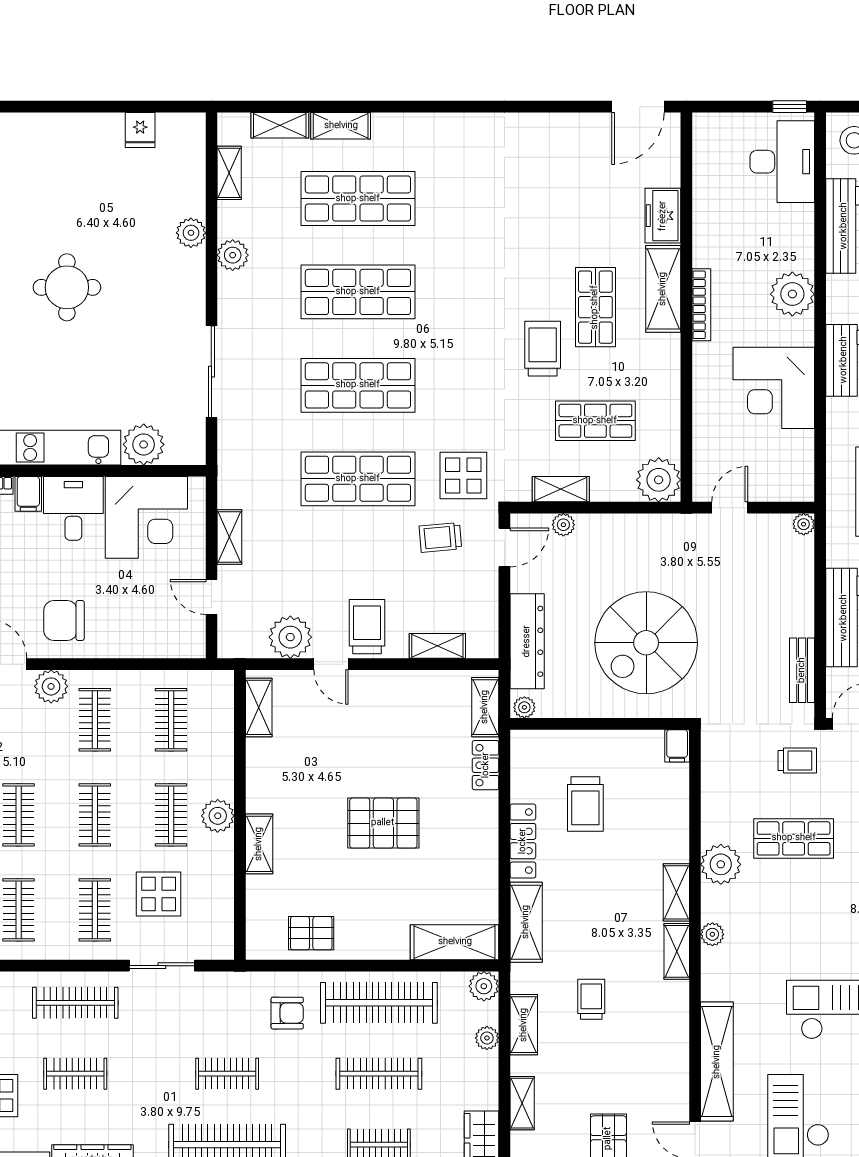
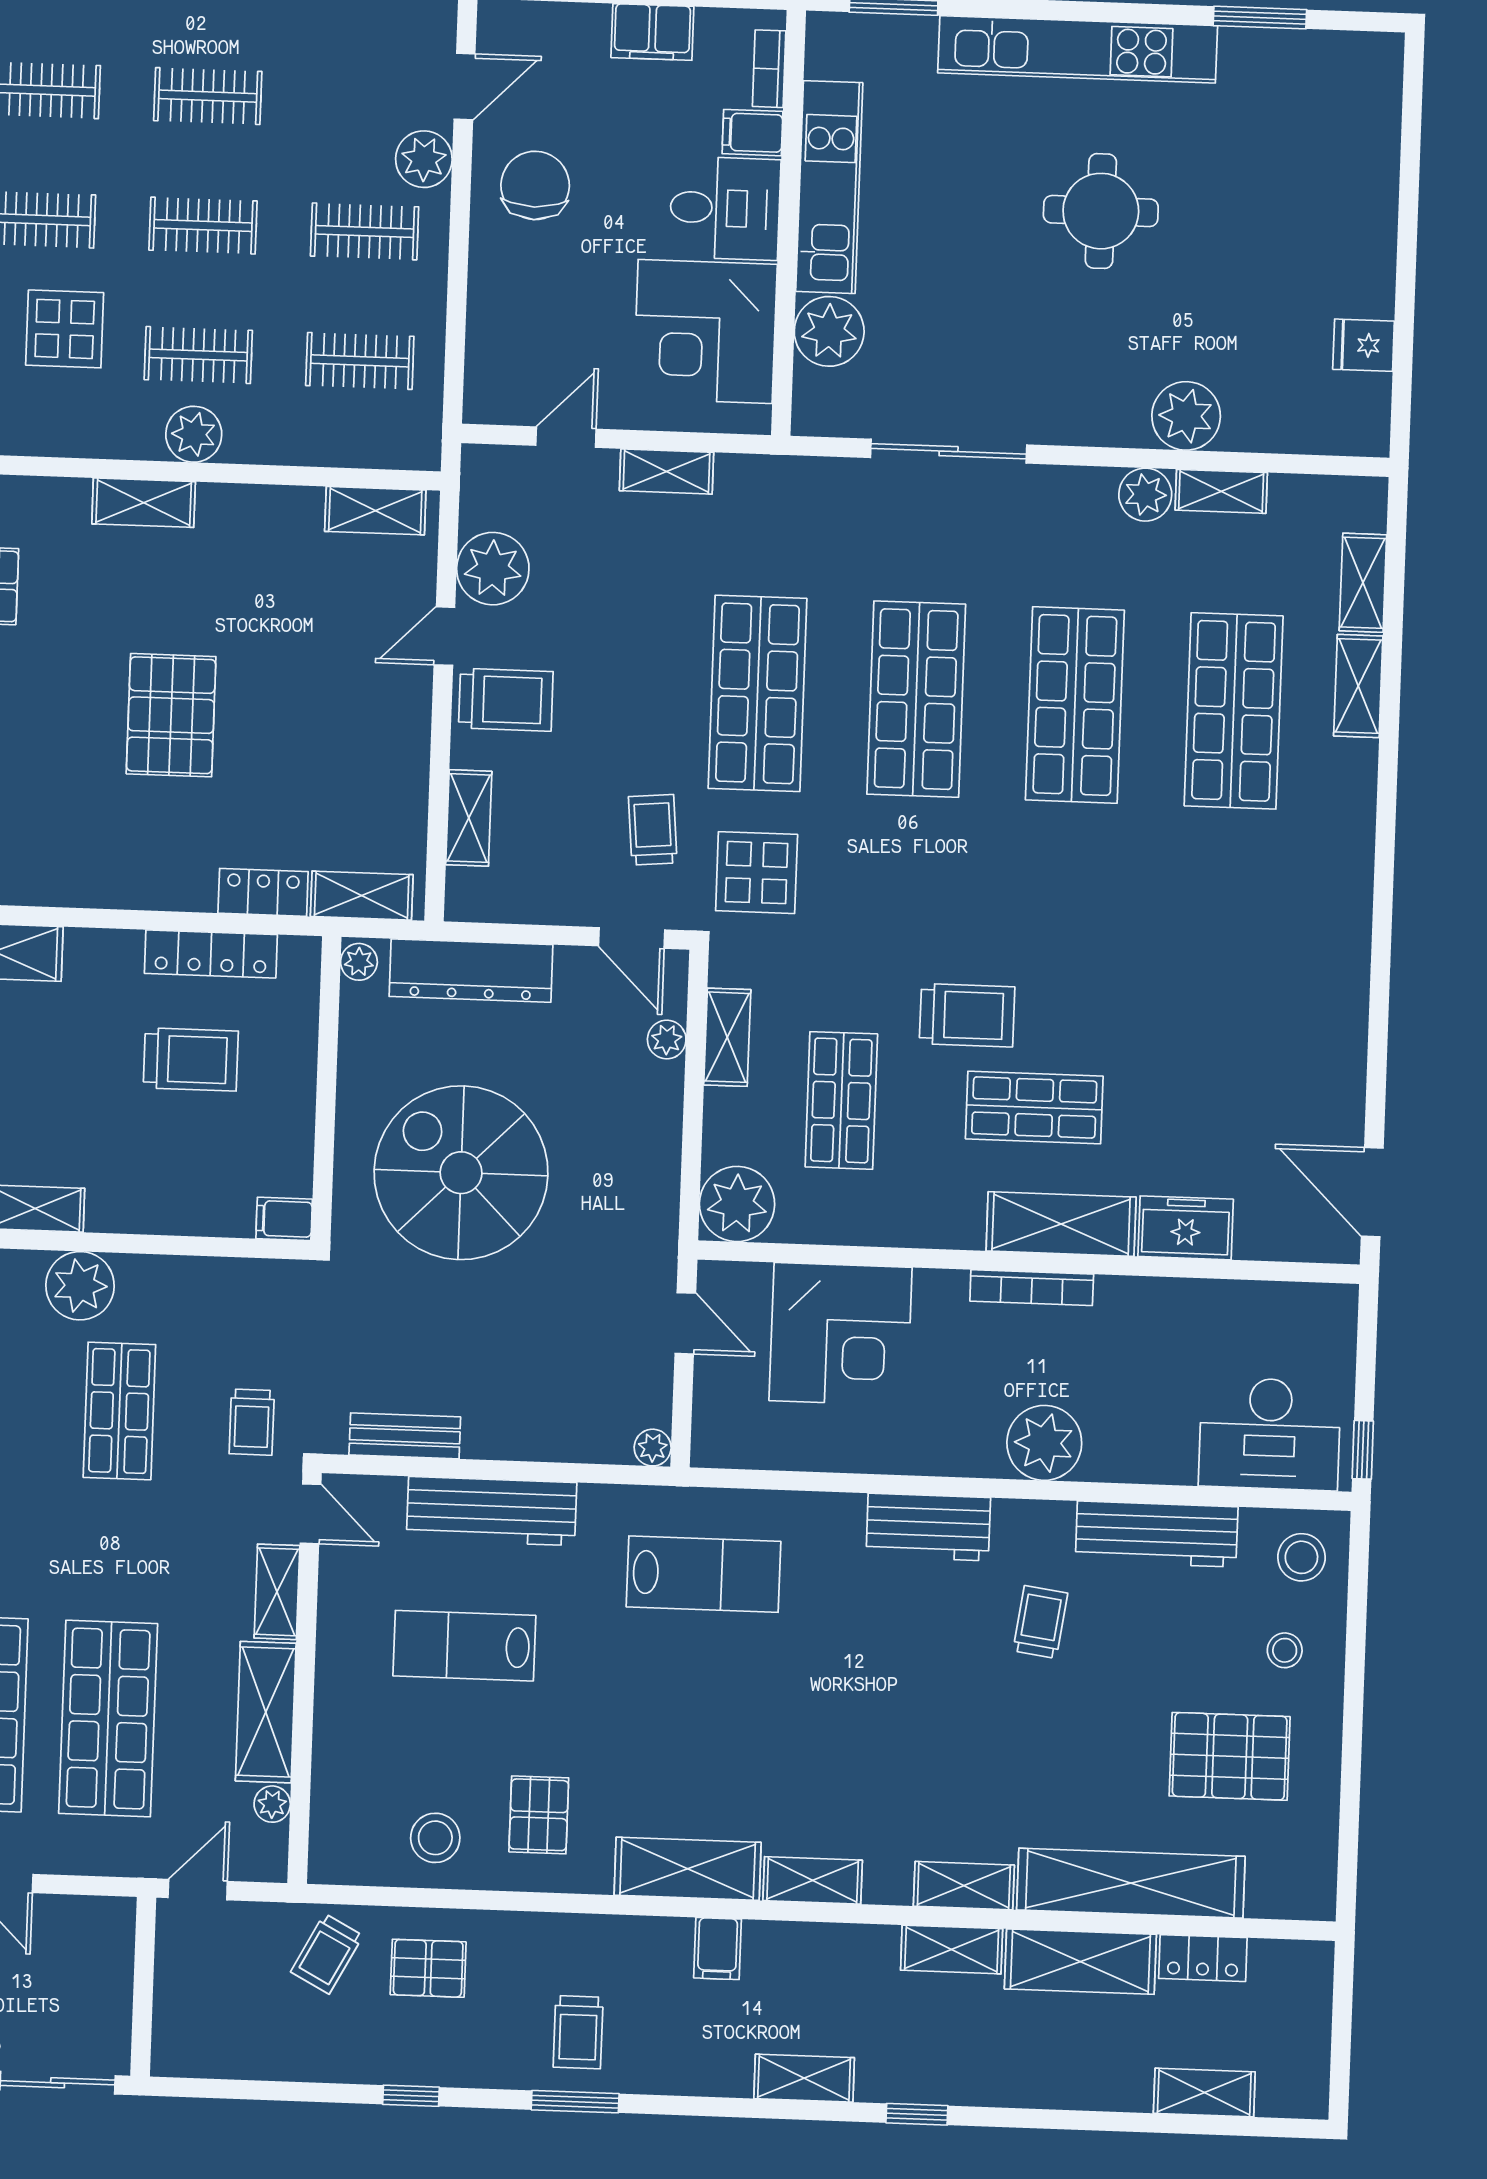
shelving: (229, 173) -> (1221, 491), moved
plant: (191, 233) -> (1186, 416), width x1.36, depth x1.36
corner desk: (774, 388) -> (841, 1334), moved, turned 180
trolley: (585, 804) -> (191, 1059), turned 180
locker: (523, 841) -> (211, 954), moved

